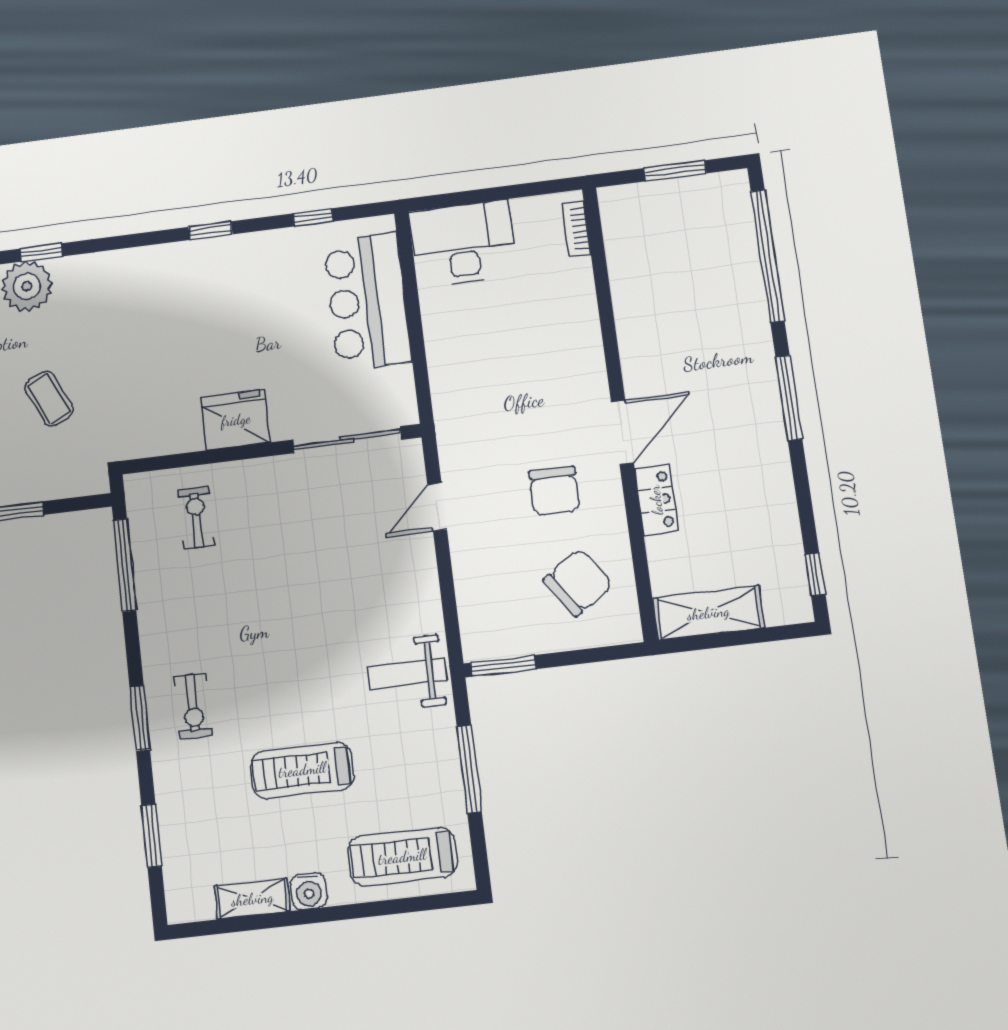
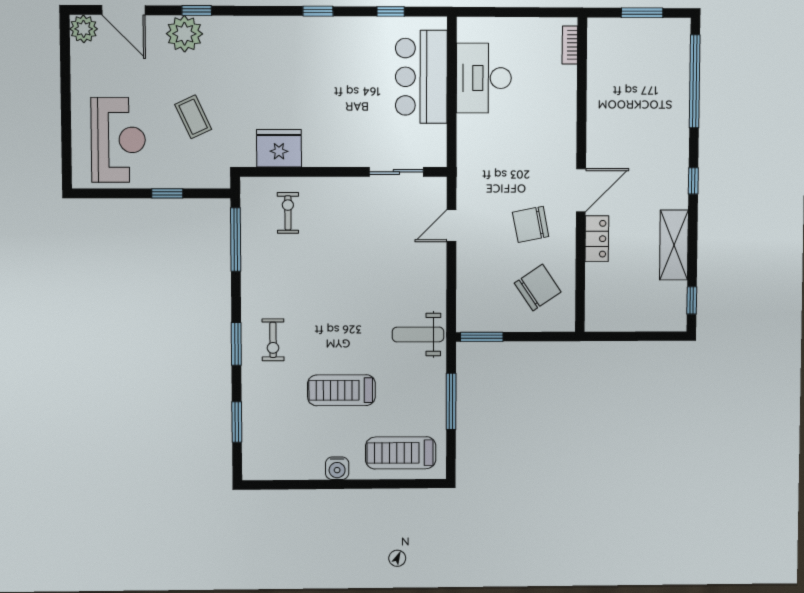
desk: (463, 243) -> (484, 78), moved, turned -90
window: (789, 398) -> (693, 181), width x0.46
fridge: (236, 420) -> (279, 148), moved
sliding door: (347, 440) -> (396, 172), width x0.73
chair: (554, 491) -> (531, 224), turned 79
shelving: (708, 613) -> (674, 245), moved, turned 90
shelving: (252, 899) -> (300, 469), removed

